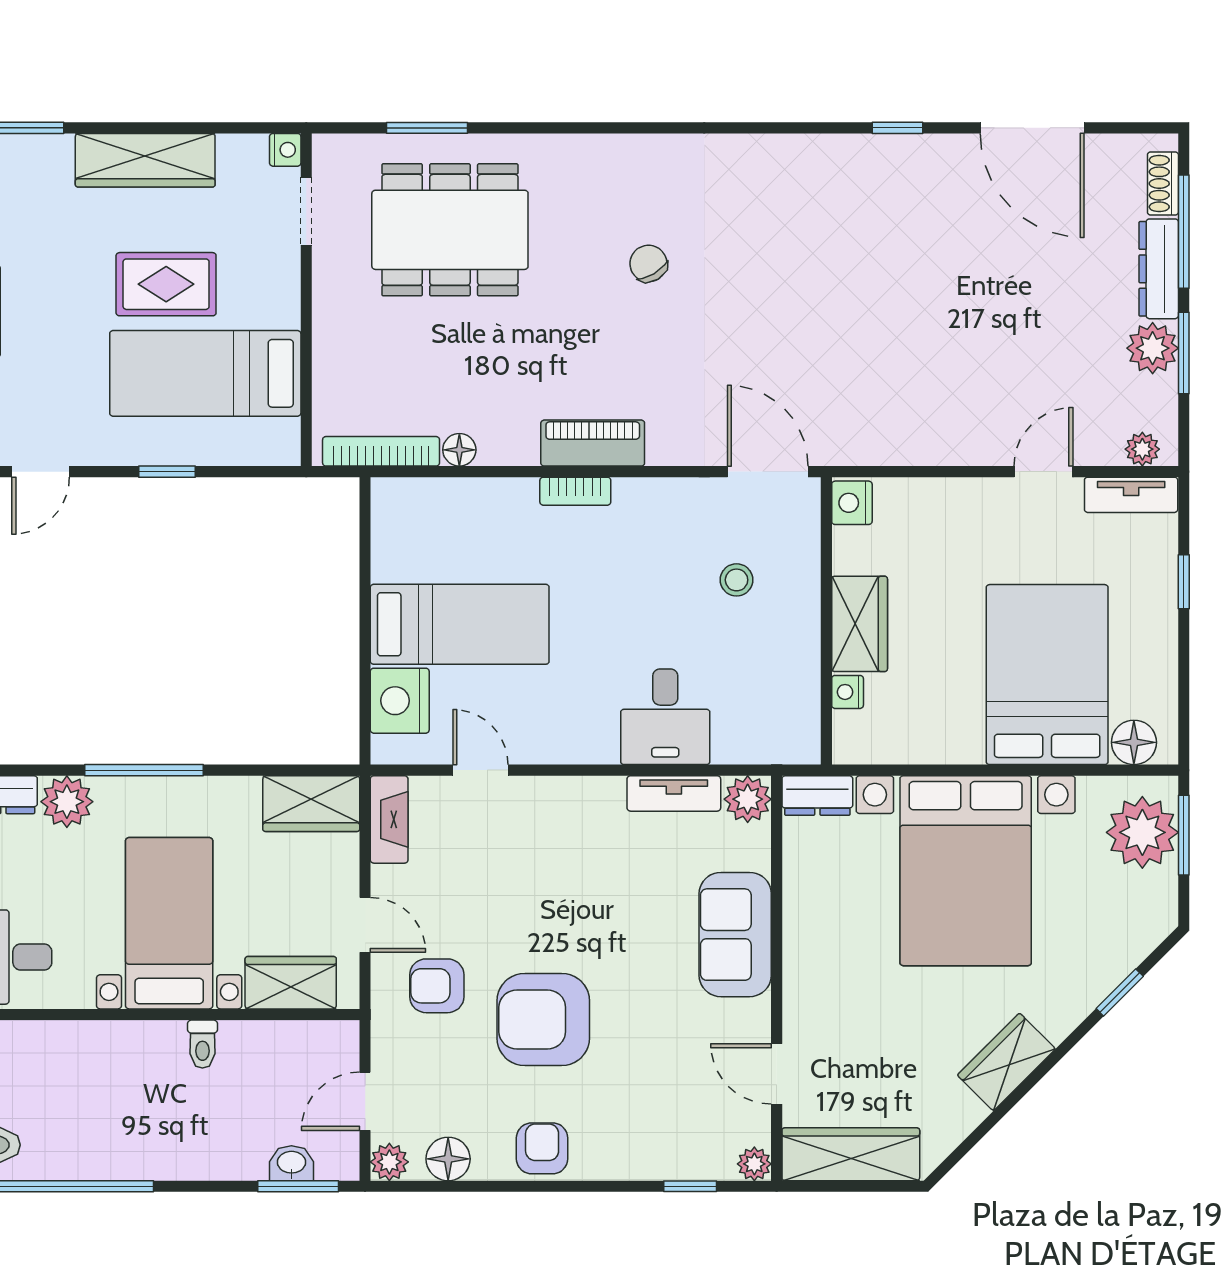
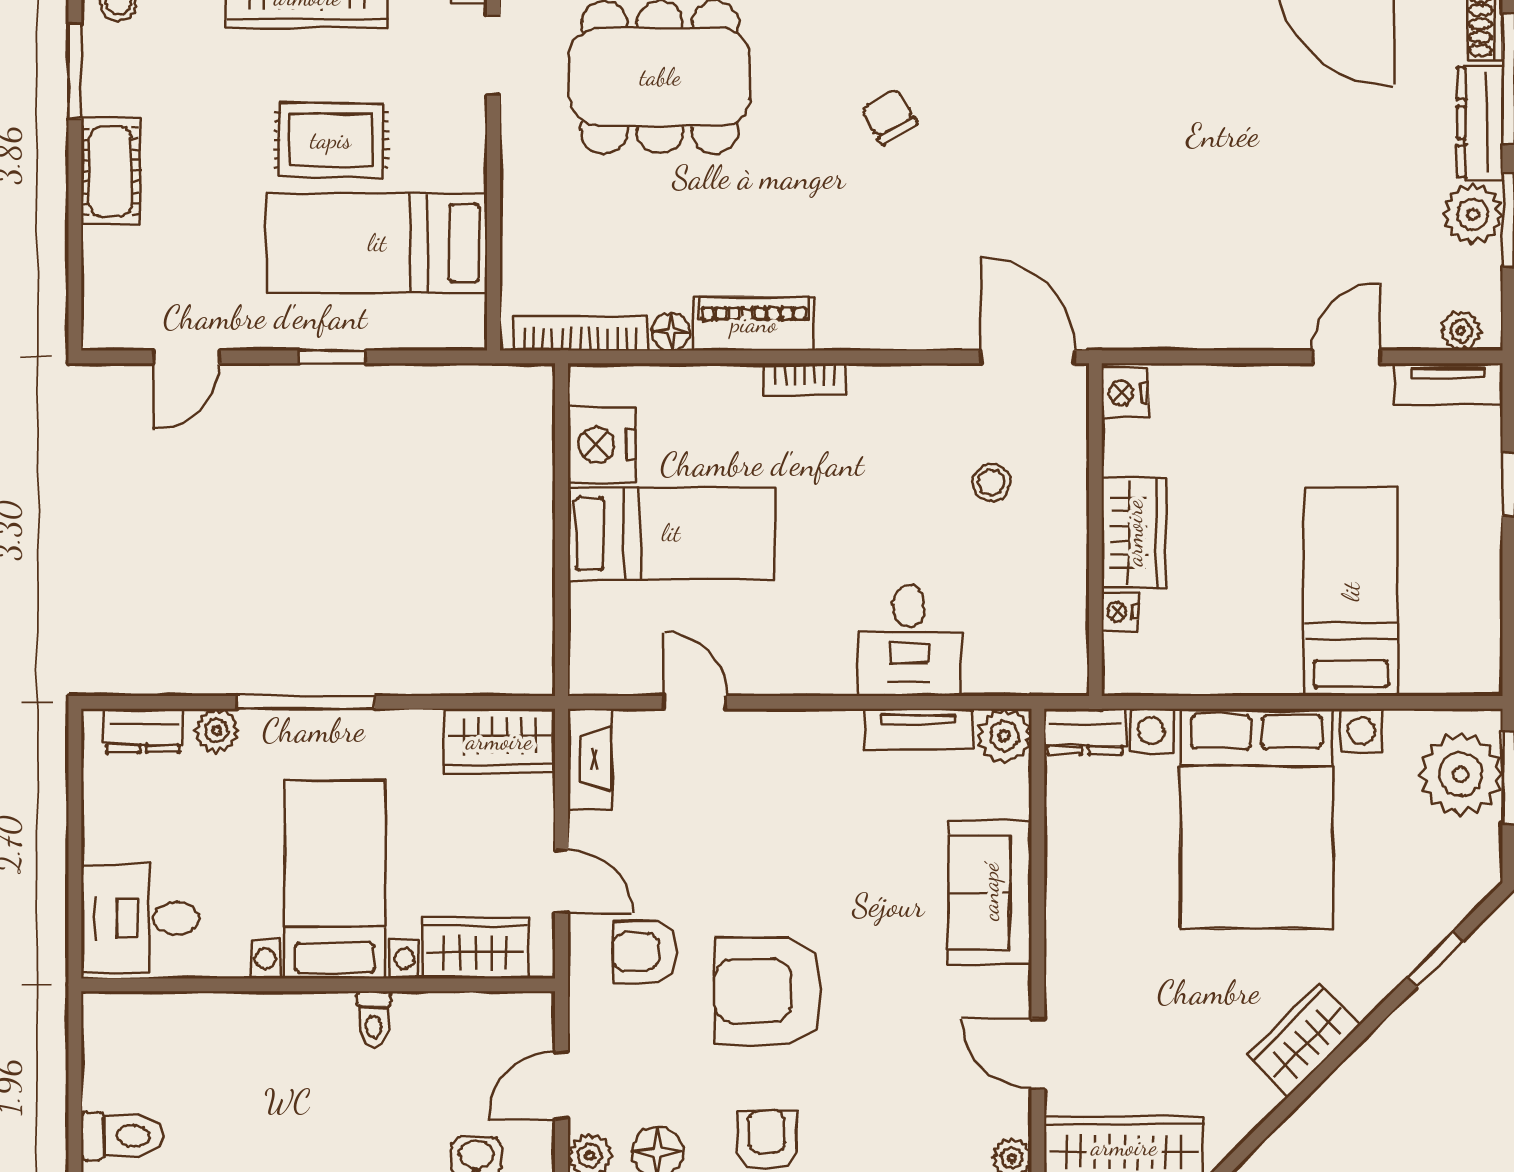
piano: (593, 443) -> (754, 324), moved
bed: (1047, 675) -> (1351, 592), width x0.67
nightstand: (400, 701) -> (602, 445), moved
floor lamp: (1134, 742) -> (1451, 670), removed
plant: (67, 802) -> (217, 730), width x0.73, depth x0.73

